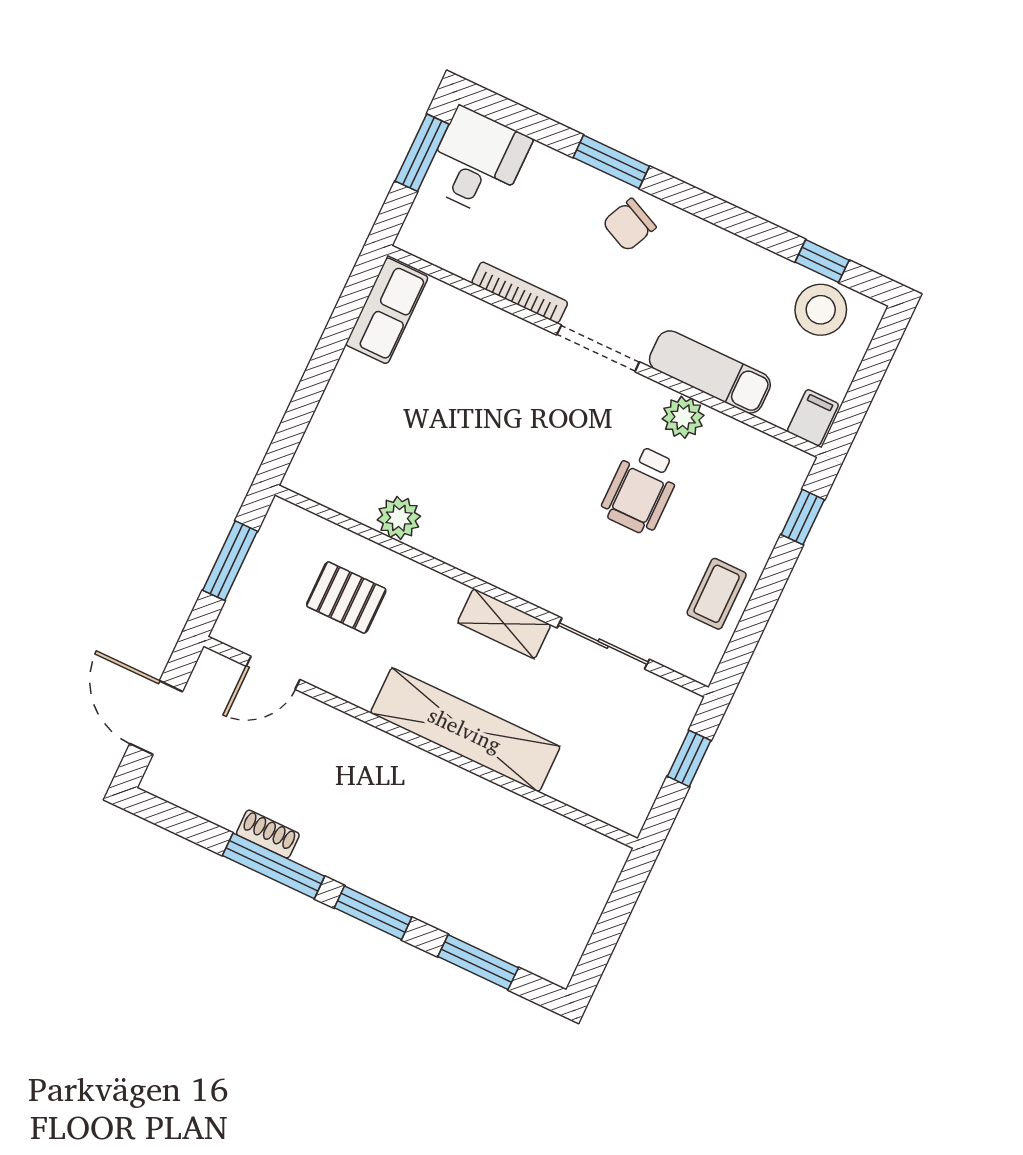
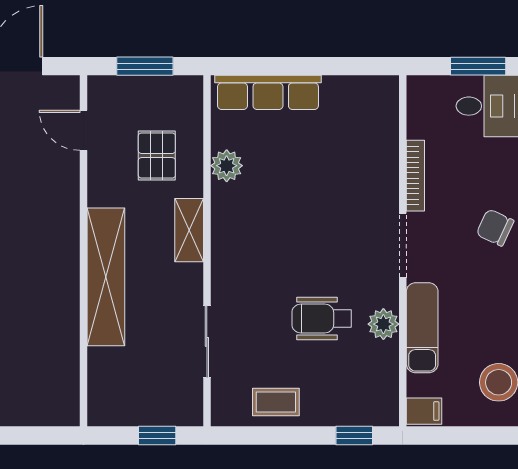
row of seats: (387, 311) -> (268, 92), moved, width x1.48
shelving: (504, 624) -> (189, 230), moved

